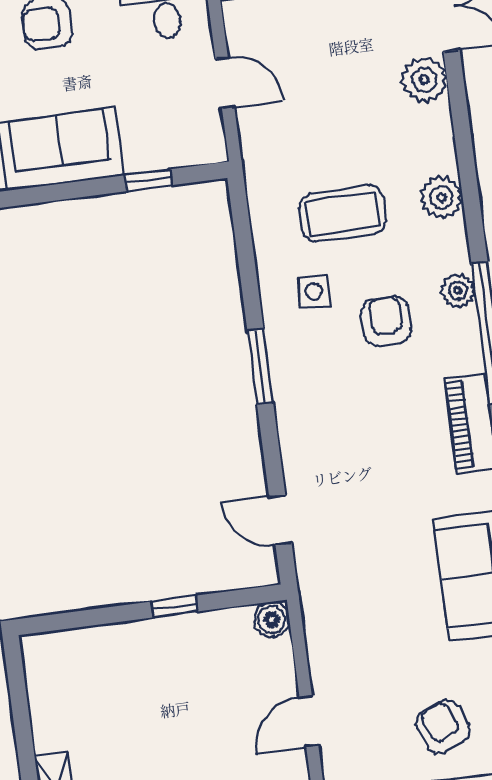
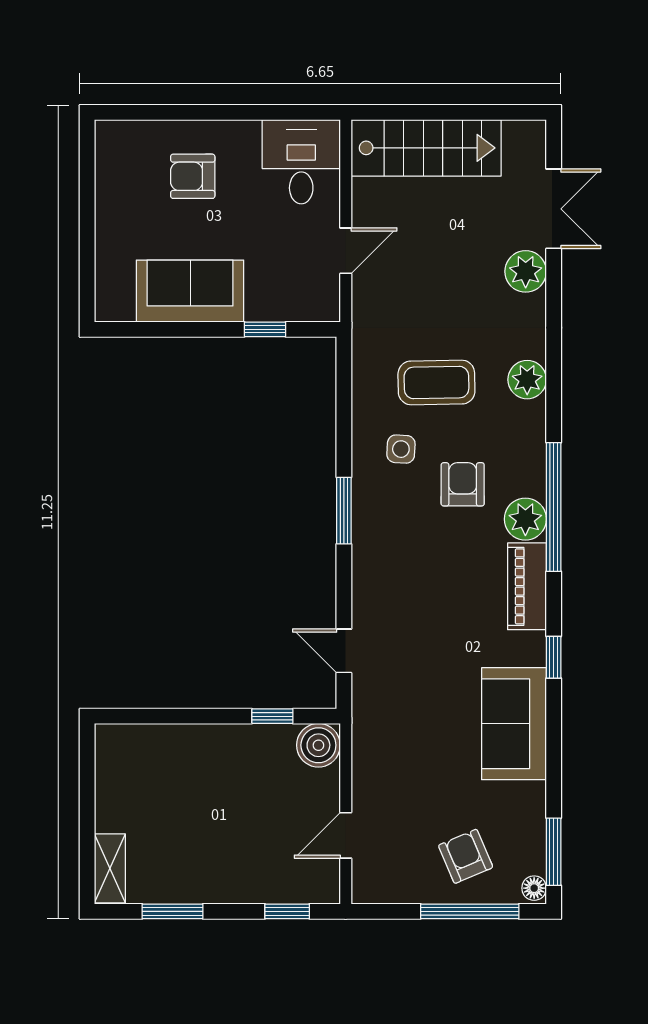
door: (225, 83) -> (346, 251), hinge flipped
plant: (458, 291) -> (525, 519), moved, width x1.38, depth x1.38
window: (175, 606) -> (272, 716), moved
boiler: (272, 620) -> (318, 745), width x1.36, depth x1.36

